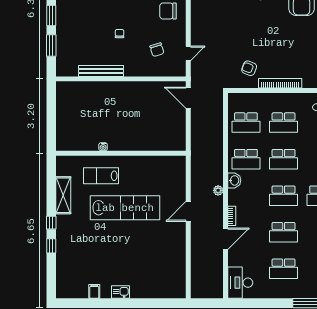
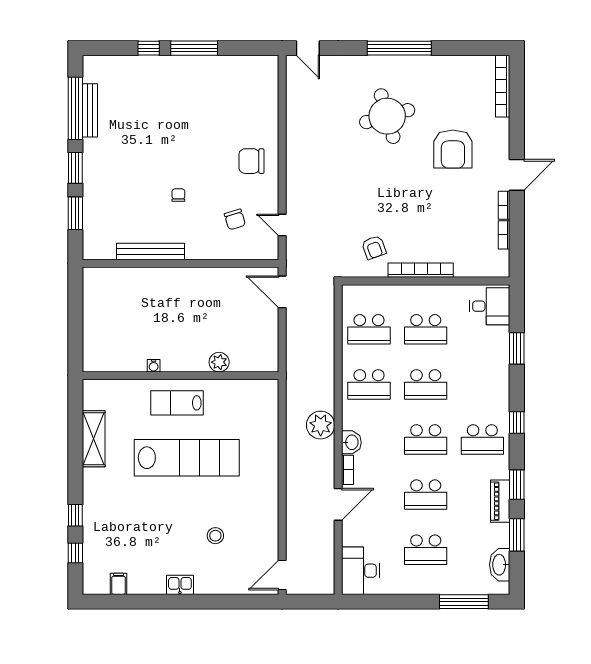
door: (188, 53) -> (282, 225), swing flipped
armchair: (249, 68) -> (374, 247), turned -131
plant: (147, 144) -> (219, 362), added
lab bench: (101, 176) -> (177, 403), moved
washbasin: (234, 180) -> (351, 442), moved
plant: (218, 190) -> (321, 425), width x1.87, depth x1.87
door: (188, 211) -> (282, 575), moved
window: (51, 223) -> (75, 553), moved
stool: (144, 259) -> (215, 536), added
filing cabinet: (94, 291) -> (119, 584), moved

